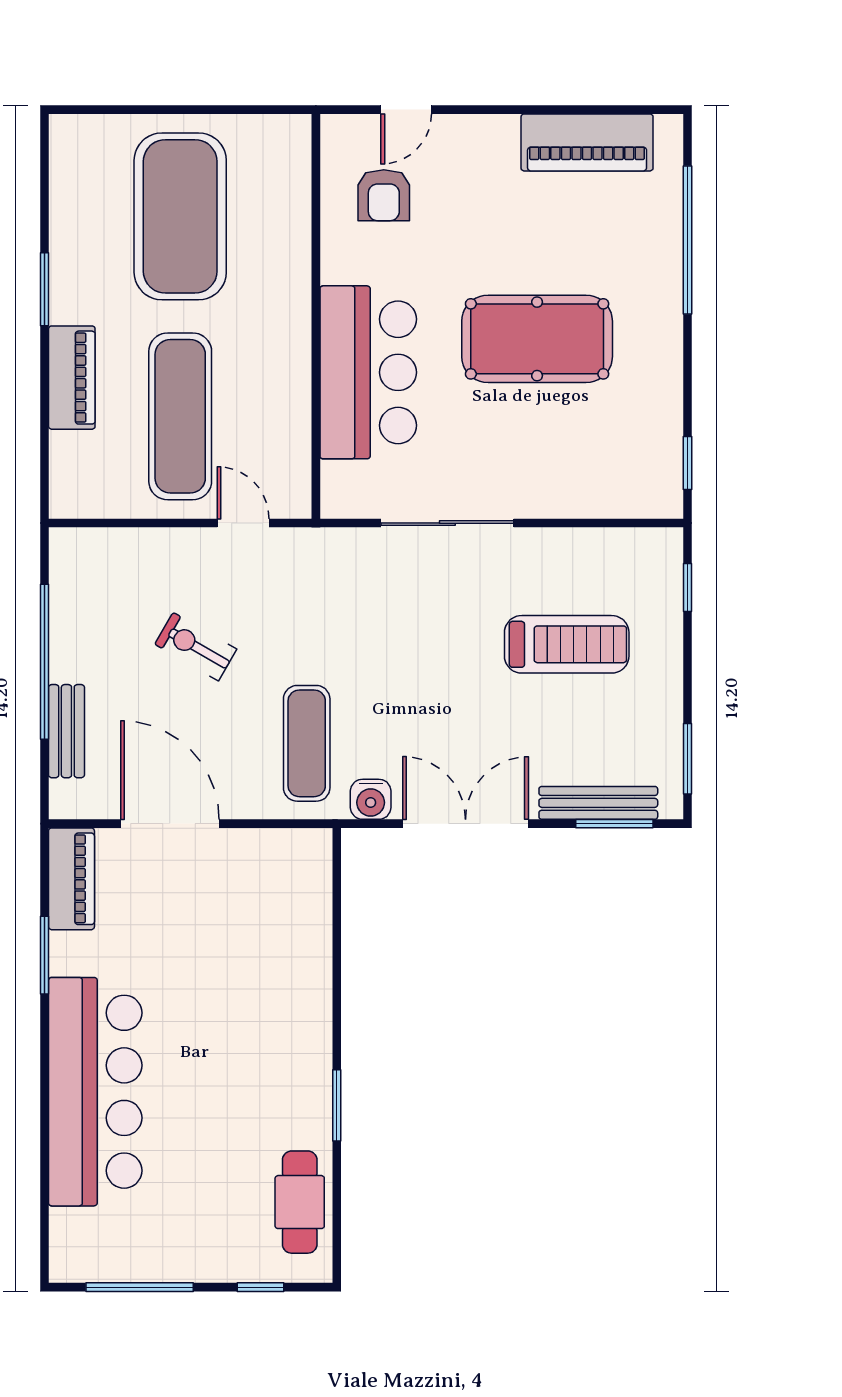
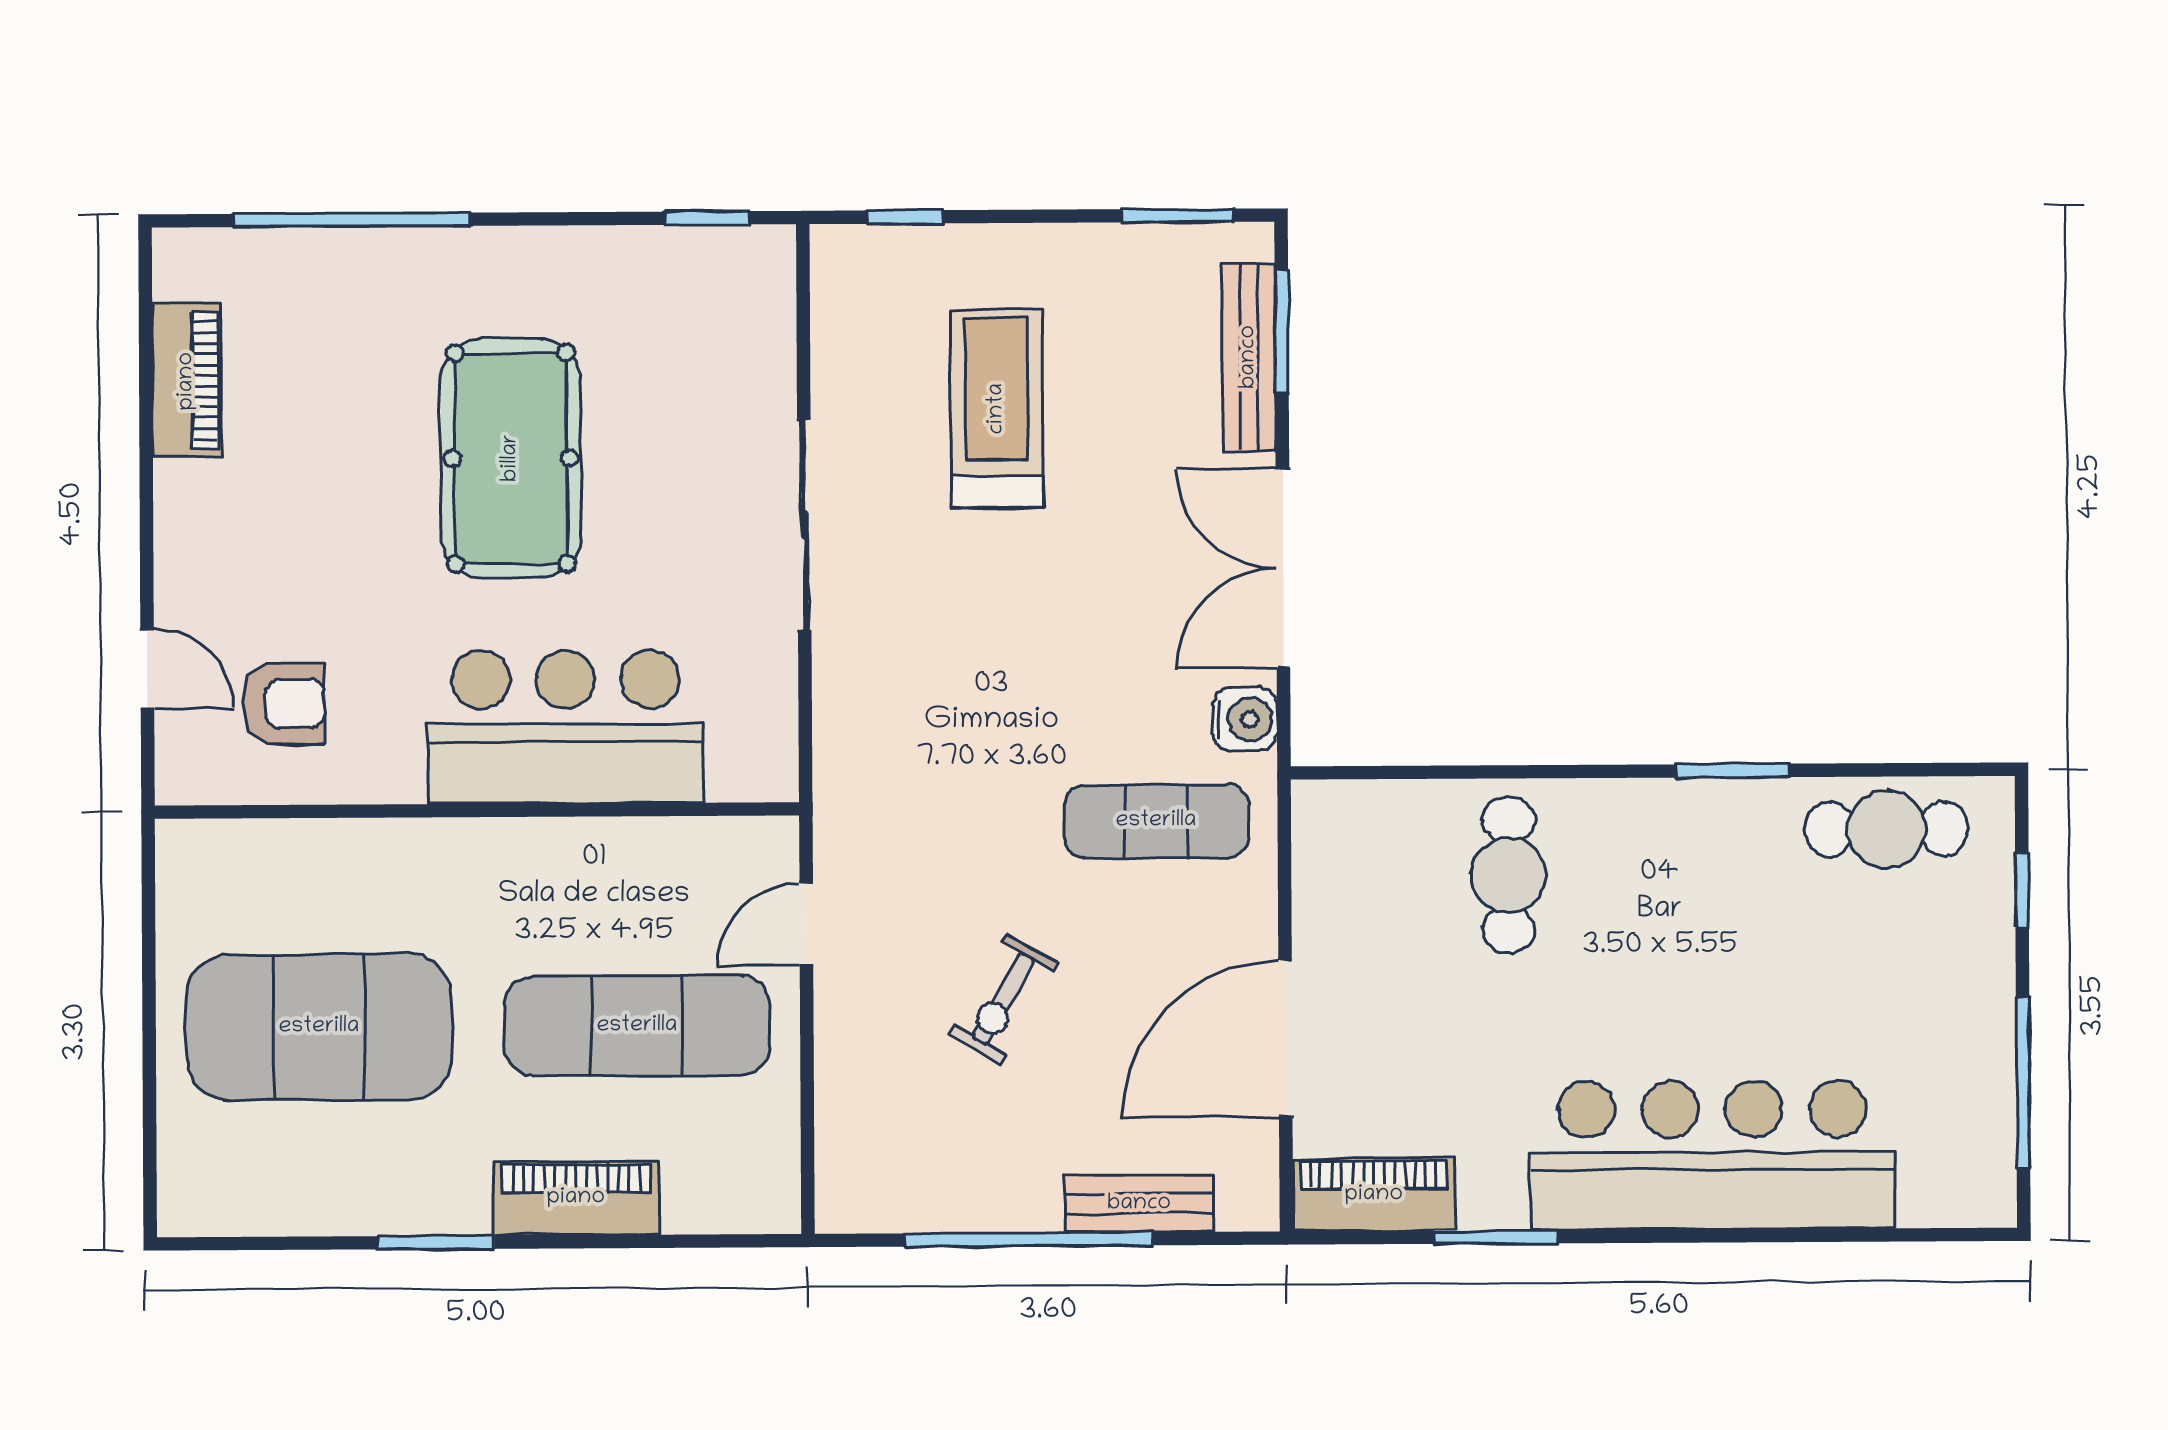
piano: (587, 142) -> (187, 381), width x0.73, depth x0.75
sliding door: (447, 523) -> (804, 525), moved
cafe table: (272, 964) -> (1508, 875), added

